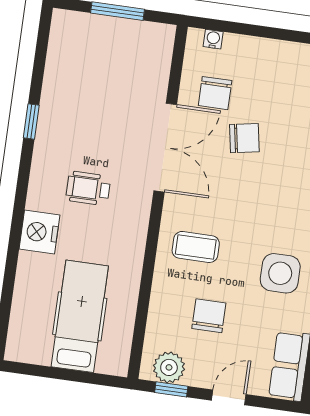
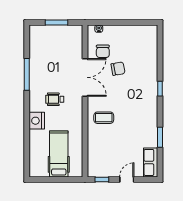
window: (31, 122) -> (27, 74), width x2.17
side table: (280, 273) -> (141, 124), removed
chair: (209, 316) -> (113, 146), removed
plant: (169, 367) -> (100, 170), removed

